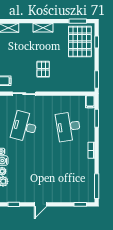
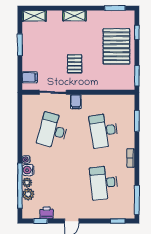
pallet: (80, 42) -> (116, 46), moved
filing cabinet: (90, 102) -> (76, 102), moved
desk: (68, 171) -> (104, 183), added
printer: (19, 197) -> (47, 213), added

